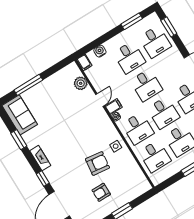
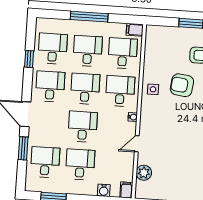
window: (169, 27) -> (23, 148), moved
filing cabinet: (114, 107) -> (135, 30), moved

